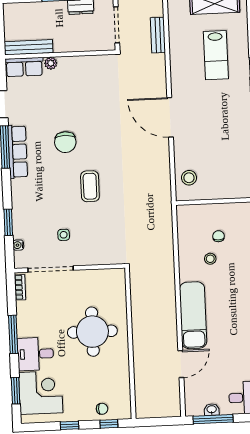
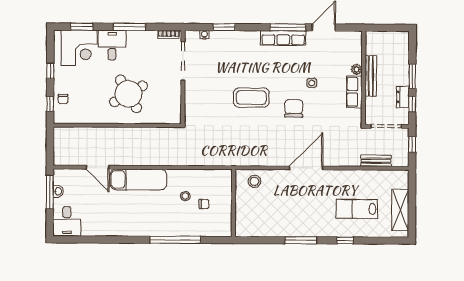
bench: (29, 47) -> (371, 76), moved
row of seats: (24, 67) -> (354, 92), moved
chair: (65, 142) -> (294, 108), moved, turned 90
coffee table: (90, 186) -> (251, 98), width x1.36, depth x1.32
side table: (64, 235) -> (312, 83), moved
round table: (92, 332) -> (129, 94), turned -30

